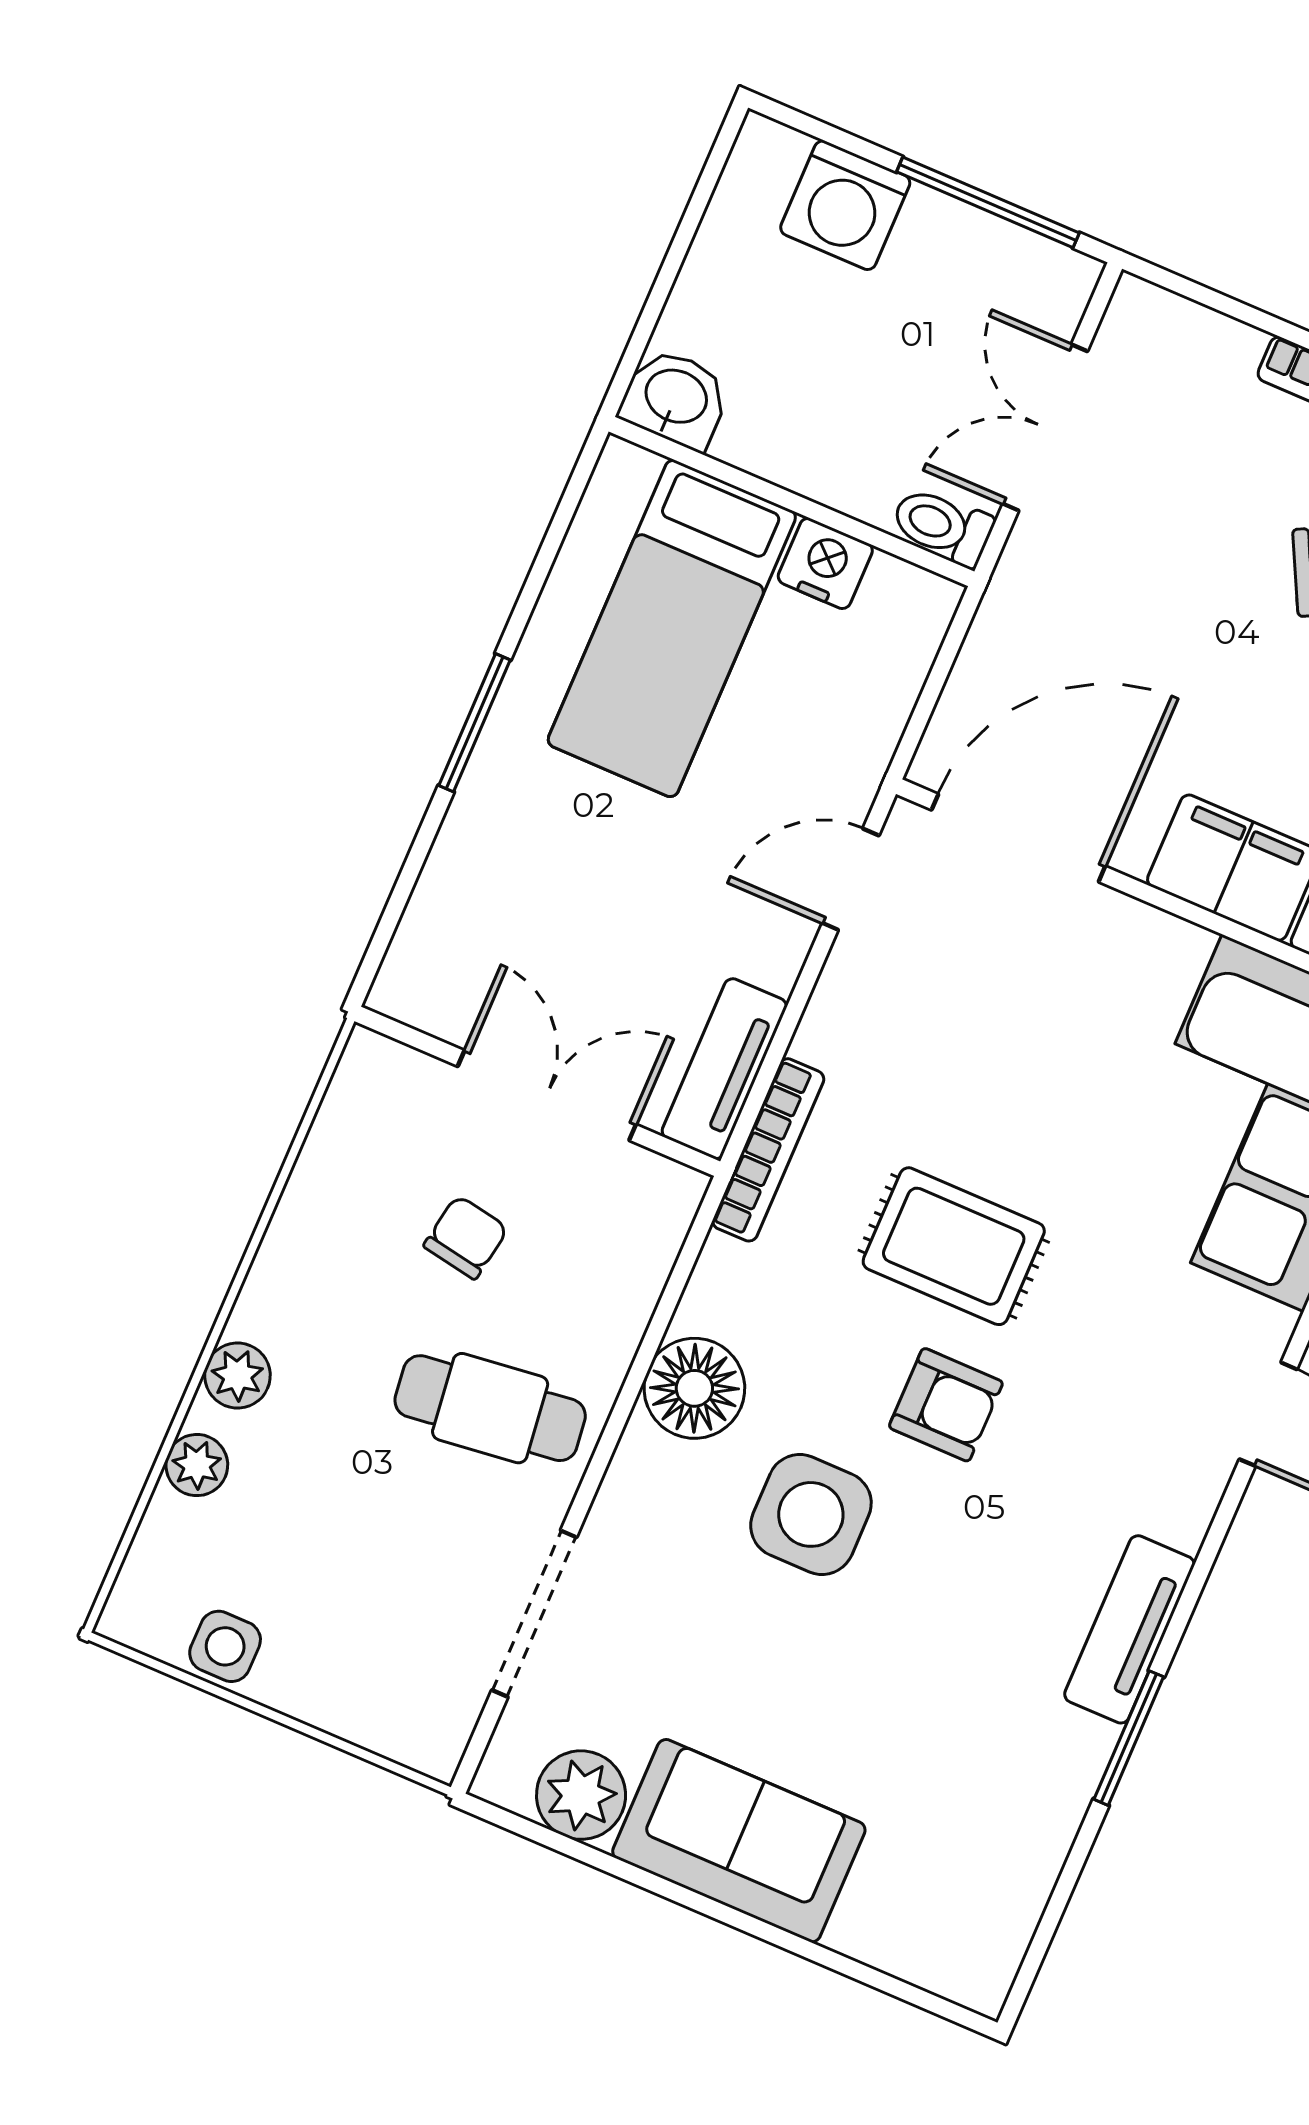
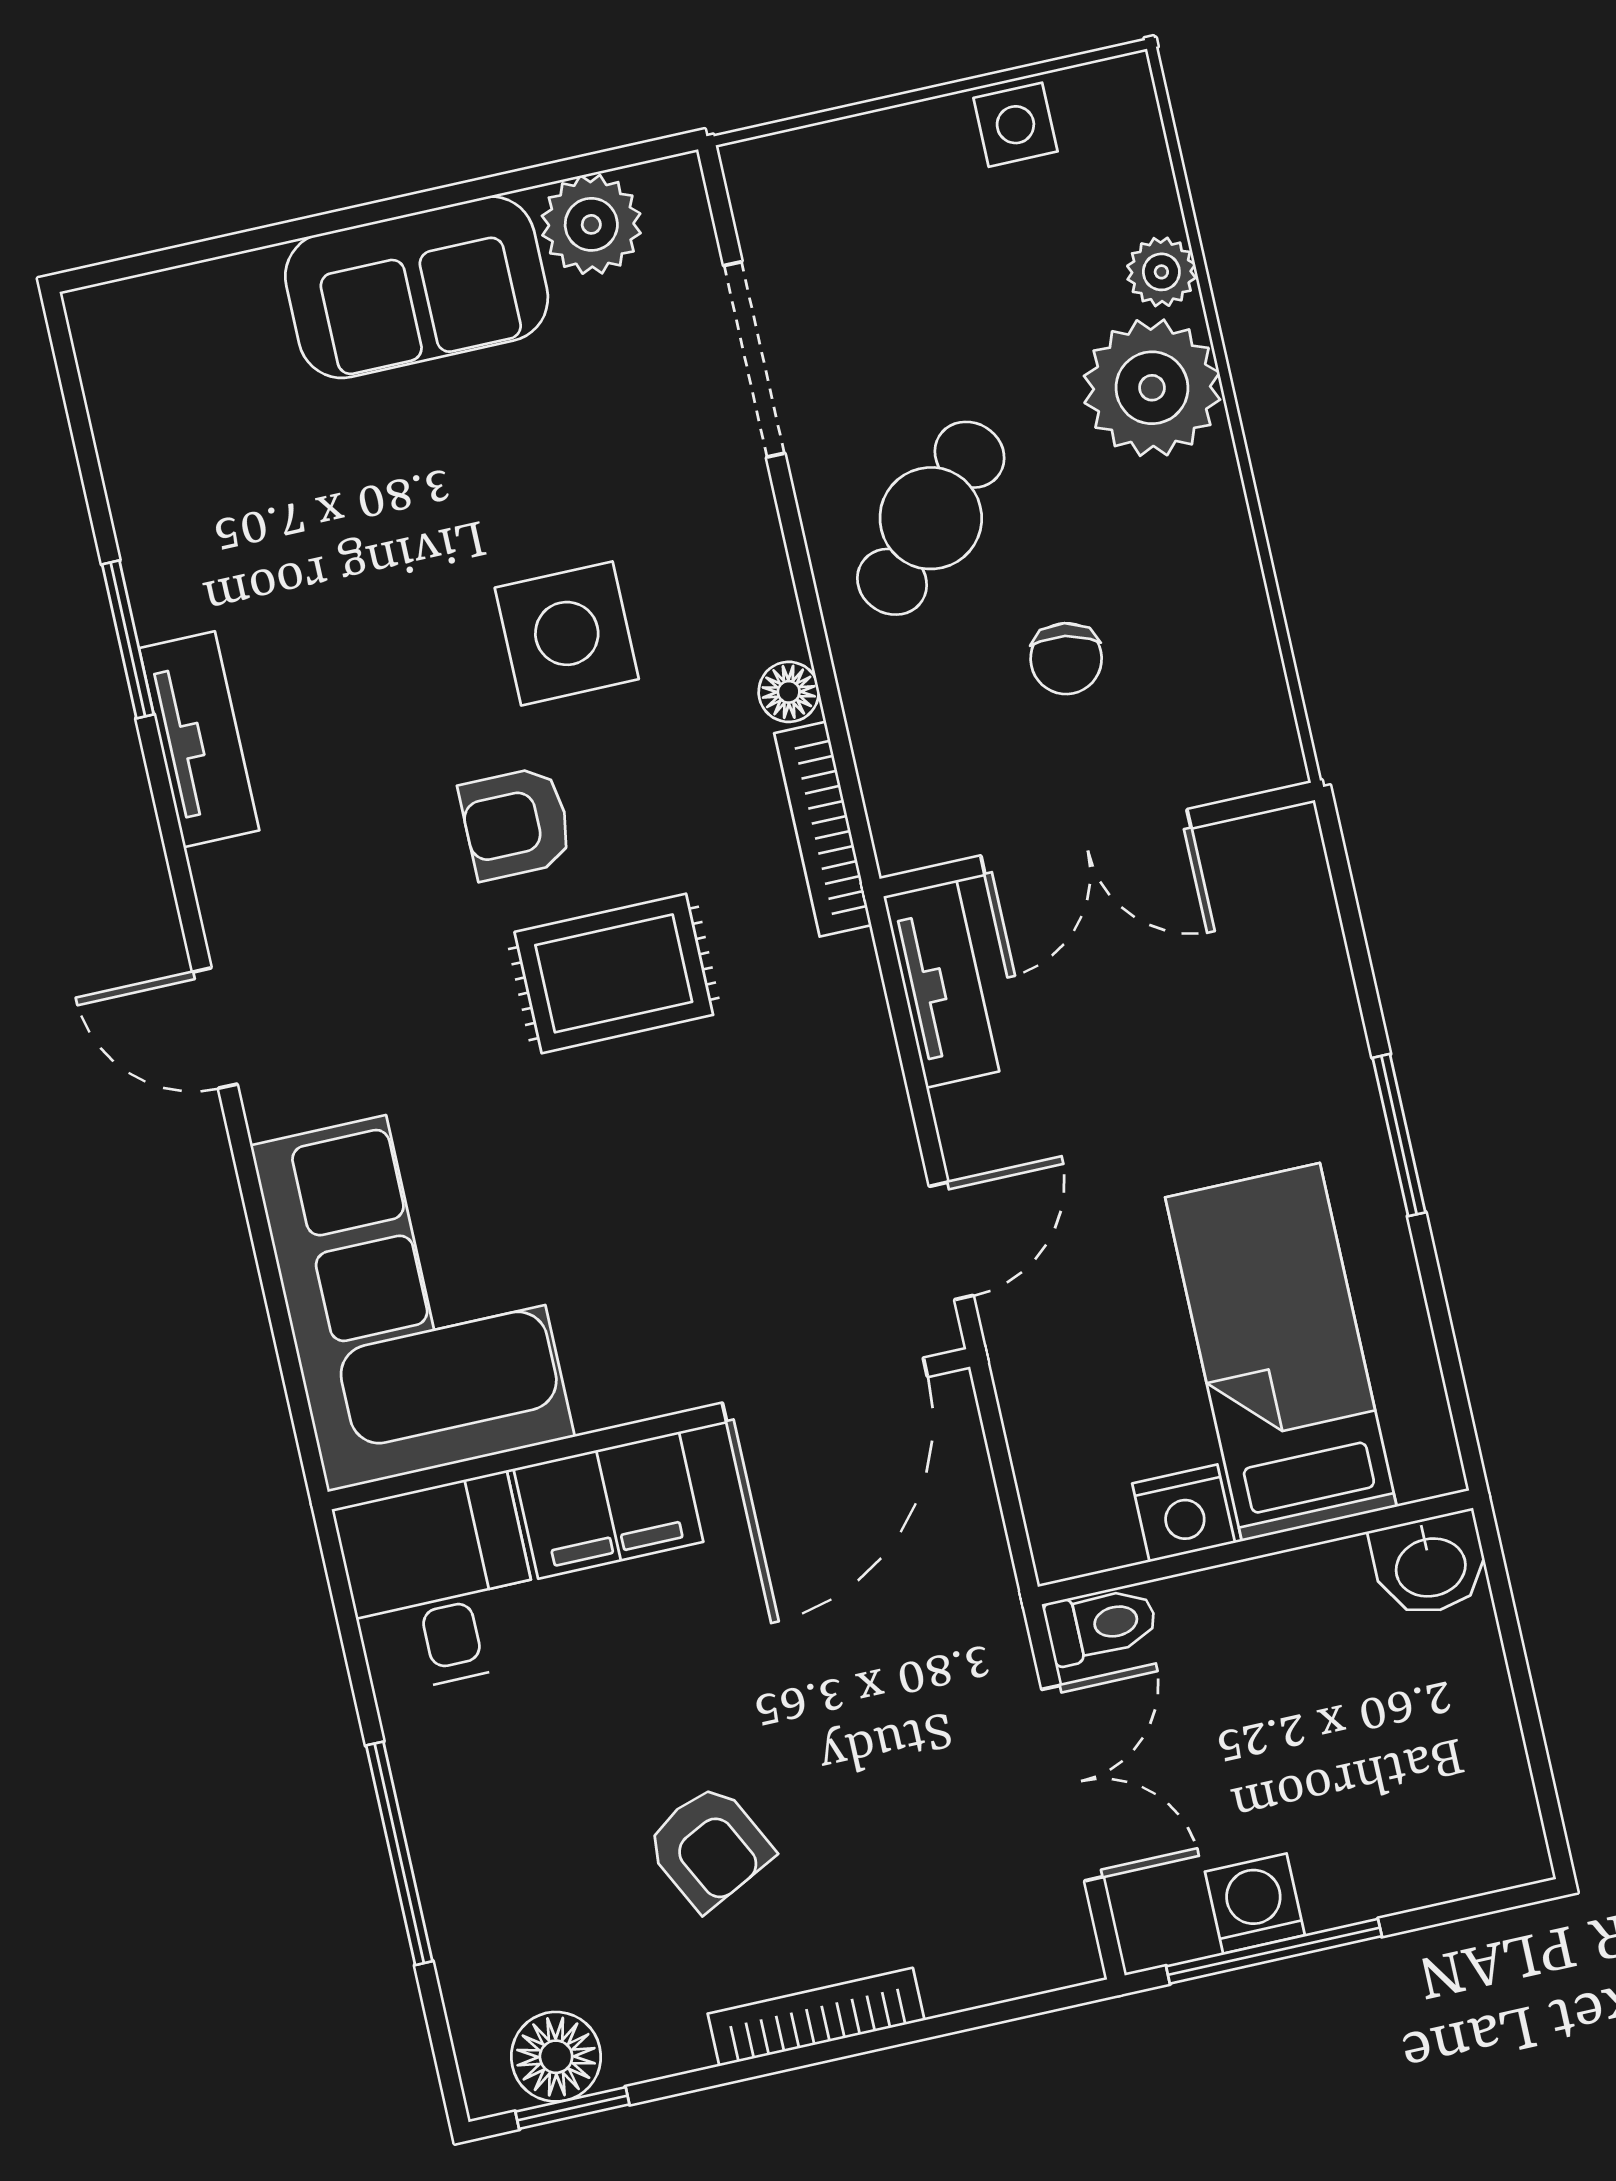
washing machine: (845, 205) -> (1255, 1903), moved, width x0.73, depth x0.73
bookcase: (768, 1150) -> (823, 829), moved
plant: (237, 1376) -> (1152, 388), width x1.88, depth x1.88
floor lamp: (694, 1388) -> (789, 692), width x0.53, depth x0.53
cafe table: (490, 1408) -> (931, 518), turned -39

